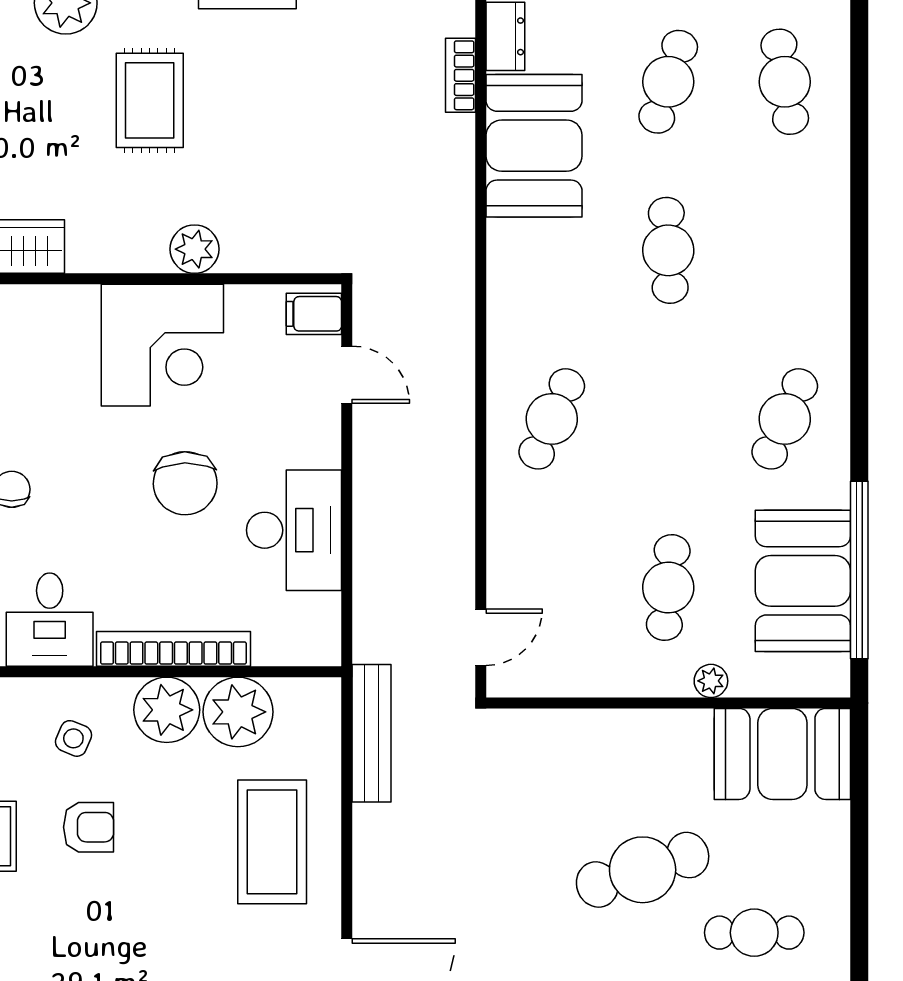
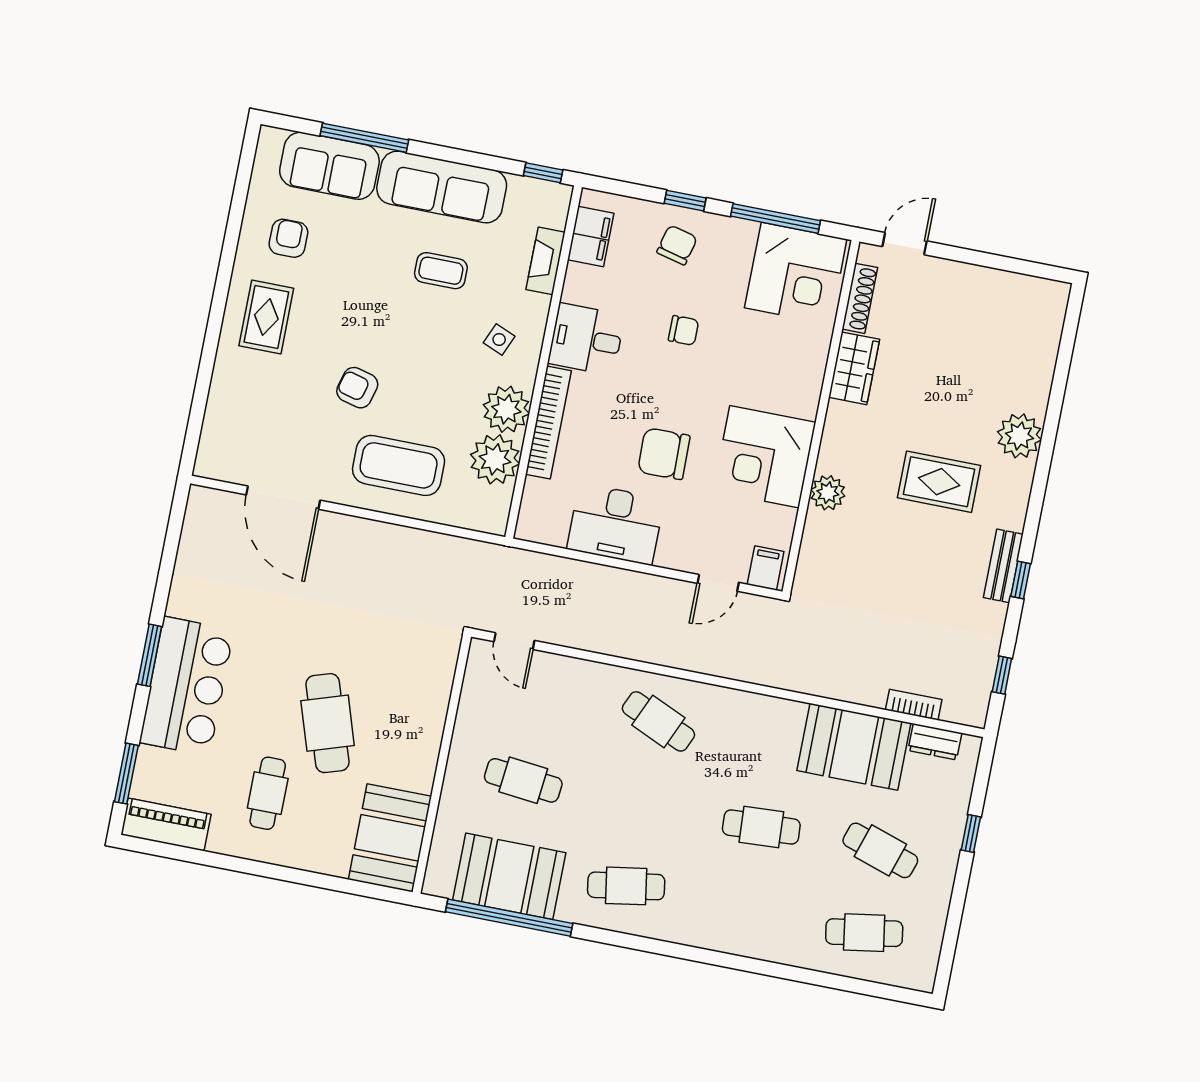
cafe table: (785, 419) -> (626, 886), turned -33
plant: (711, 681) -> (451, 798), removed
bench: (371, 733) -> (461, 551), removed
armchair: (89, 827) -> (357, 388), moved, turned 105

